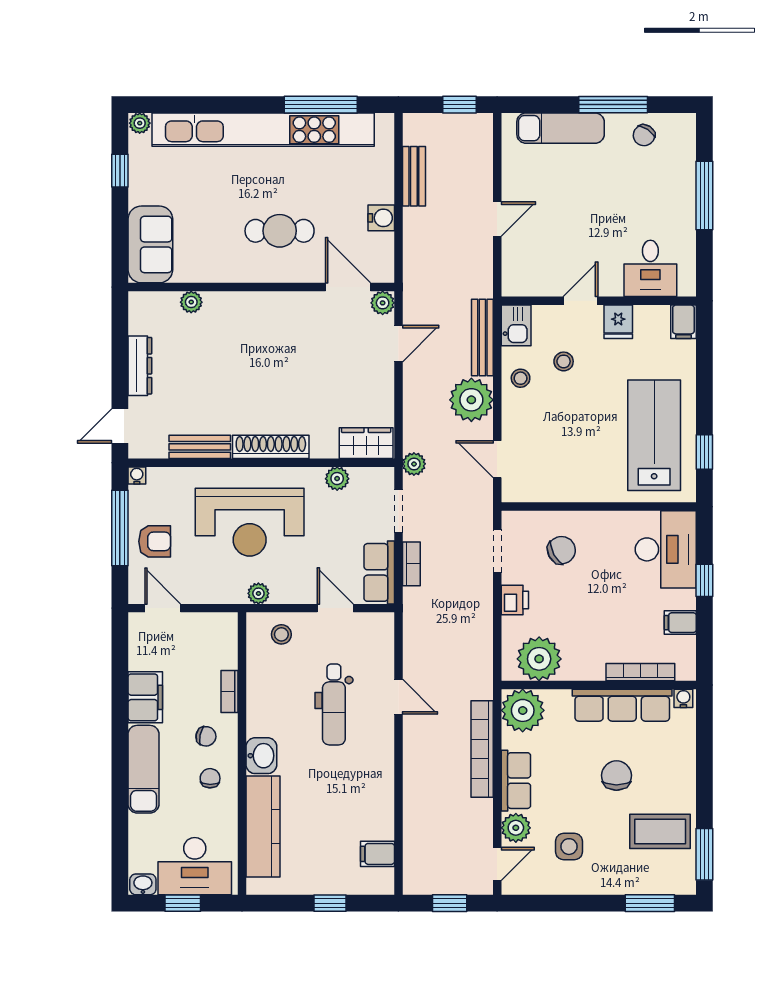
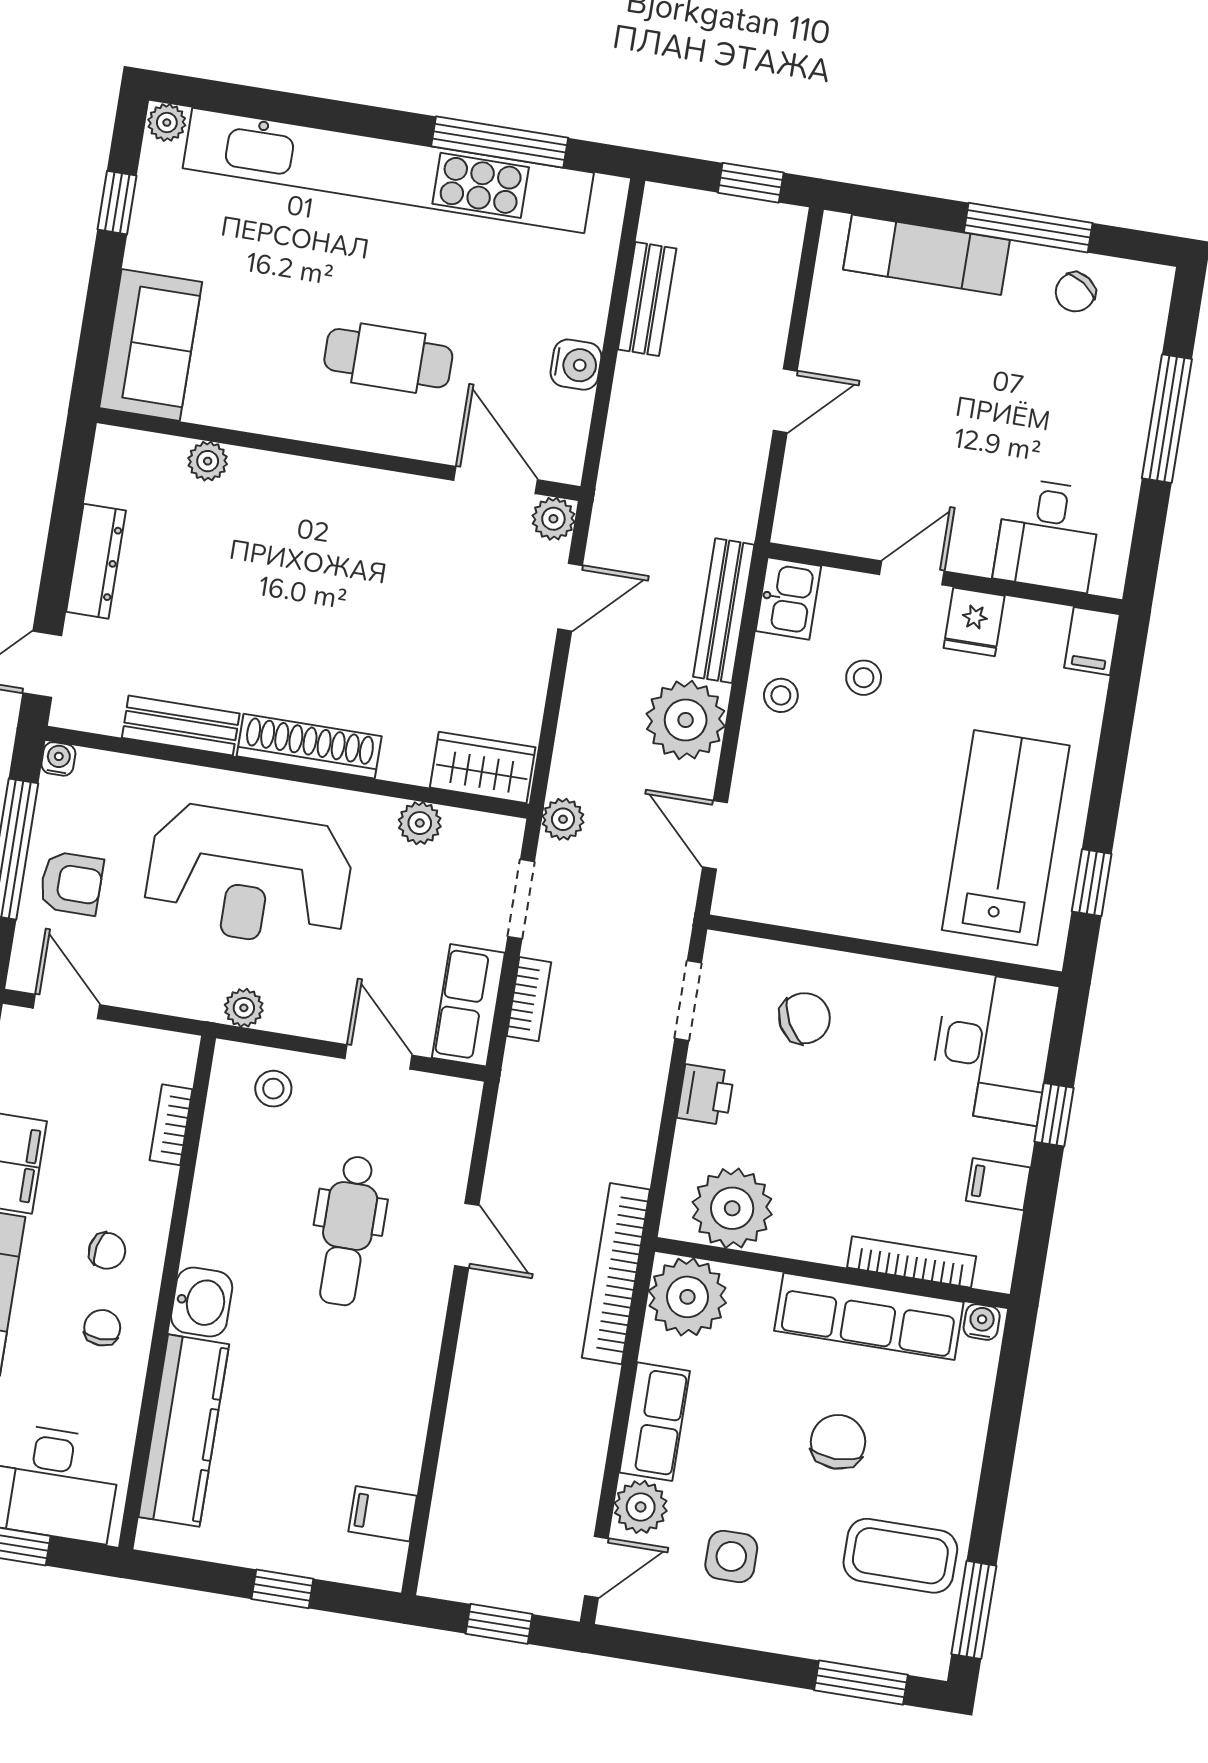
bookcase: (229, 691) -> (171, 1125), moved
bookcase: (482, 749) -> (616, 1274), moved

